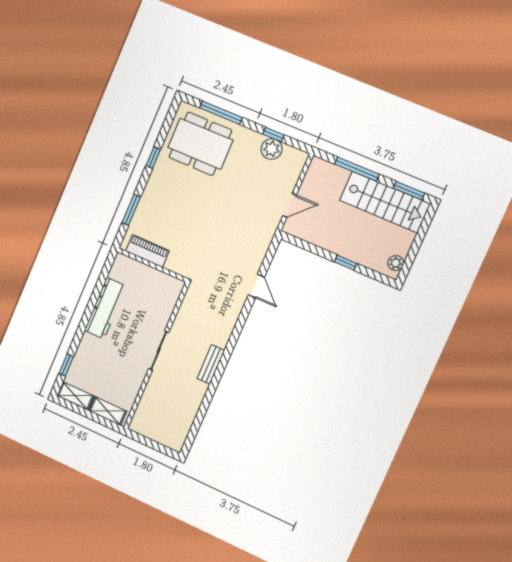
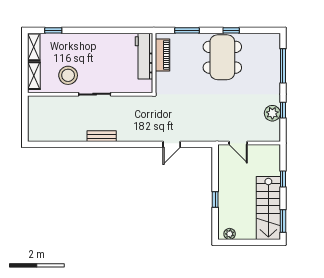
dining table: (200, 144) -> (222, 57), moved
window: (357, 169) -> (283, 179), width x0.46
workbench: (105, 308) -> (144, 56), moved, turned 90
stool: (124, 371) -> (68, 75), added

